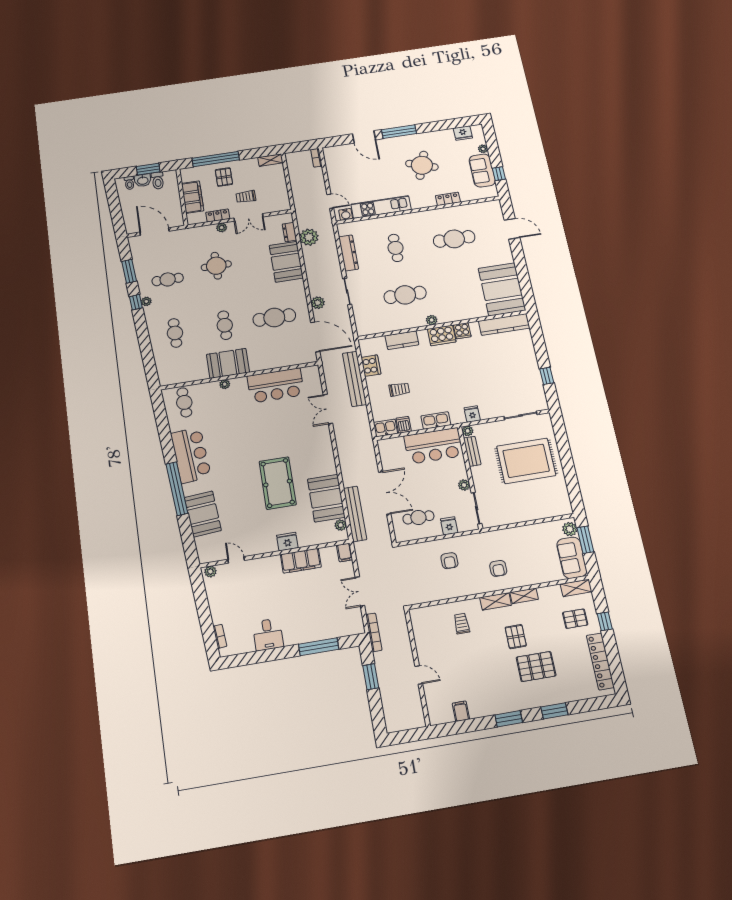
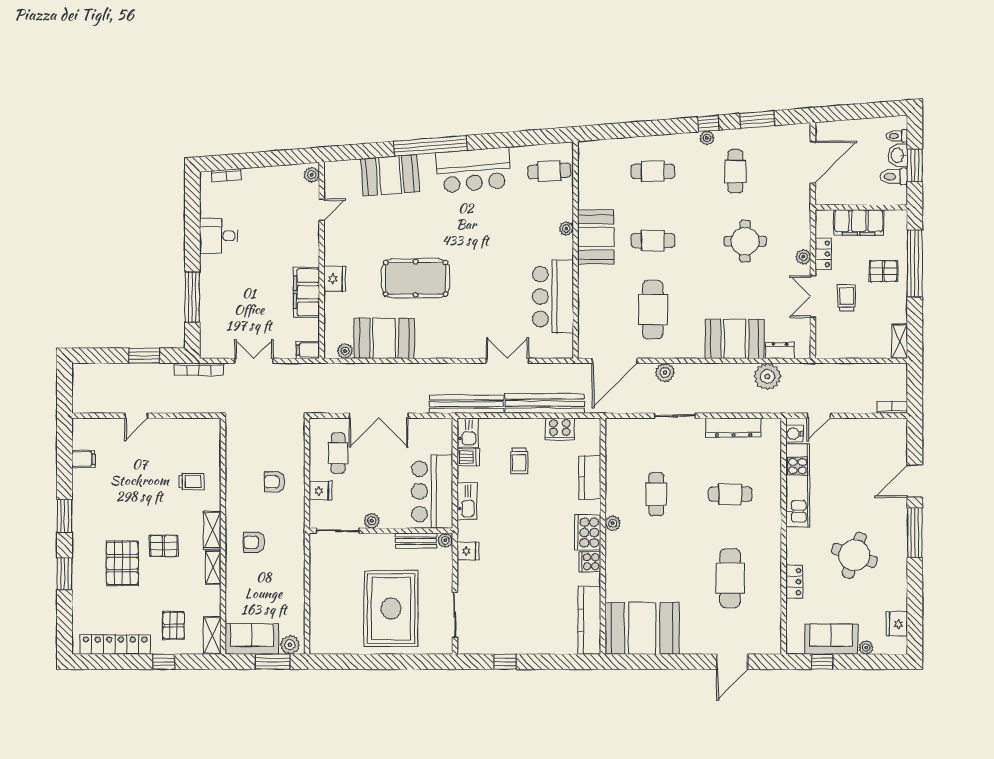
cafe table: (405, 295) -> (656, 494), width x0.73, depth x0.74
bench: (355, 514) -> (466, 404), moved

